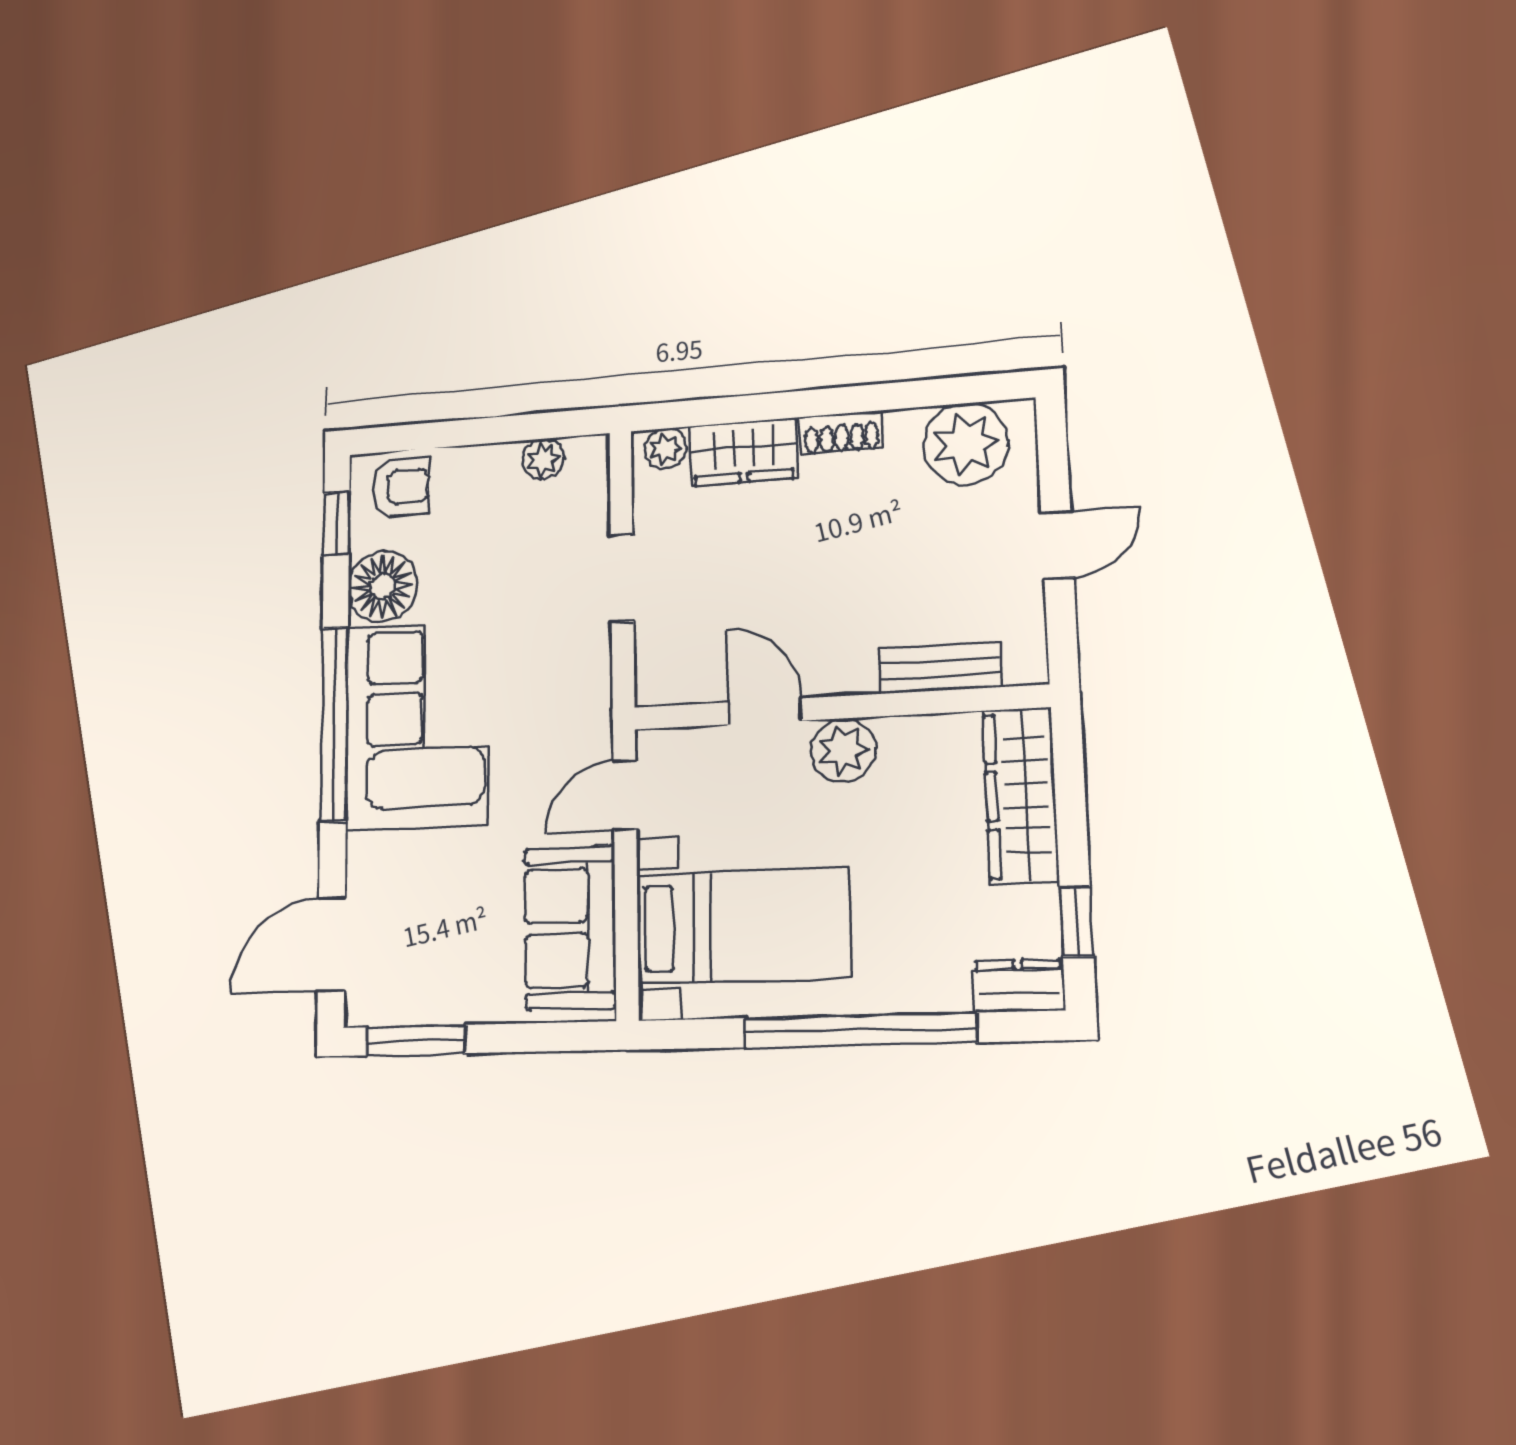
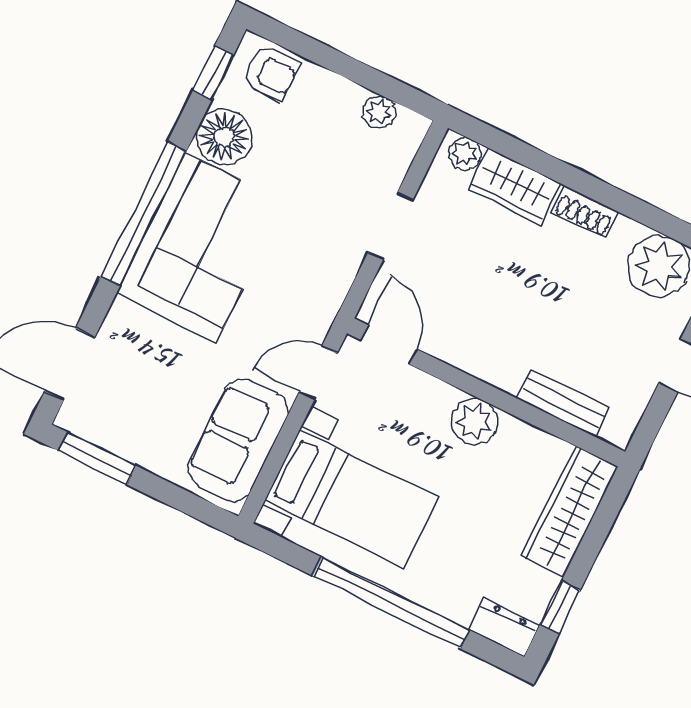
door: (765, 711) -> (389, 345), moved

